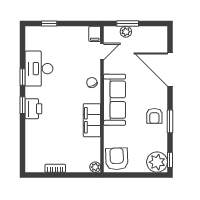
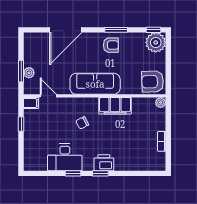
window: (49, 24) -> (21, 124), moved
chair: (92, 83) -> (82, 123), moved

